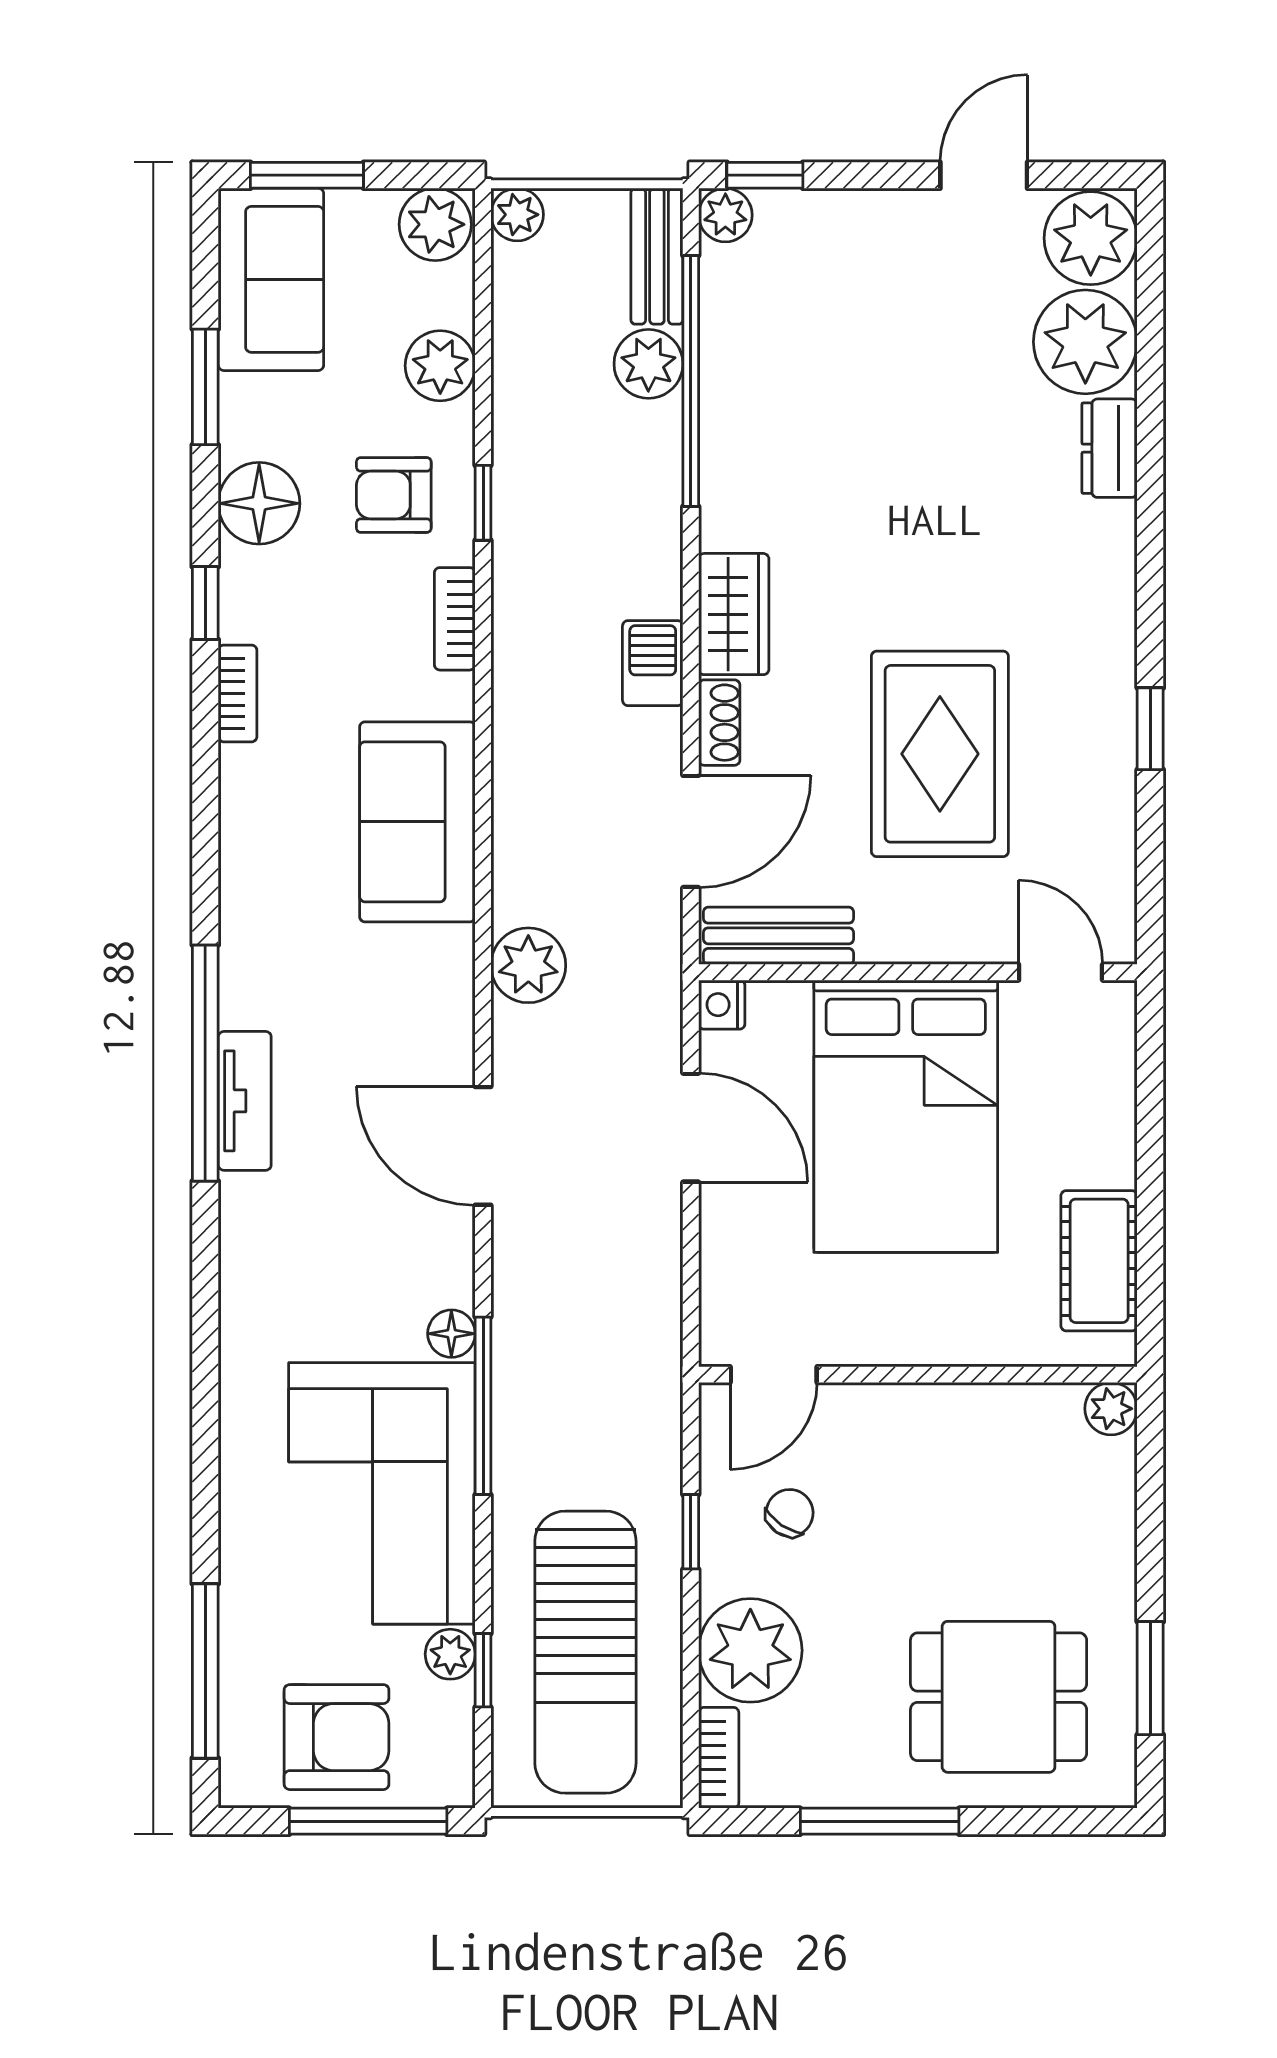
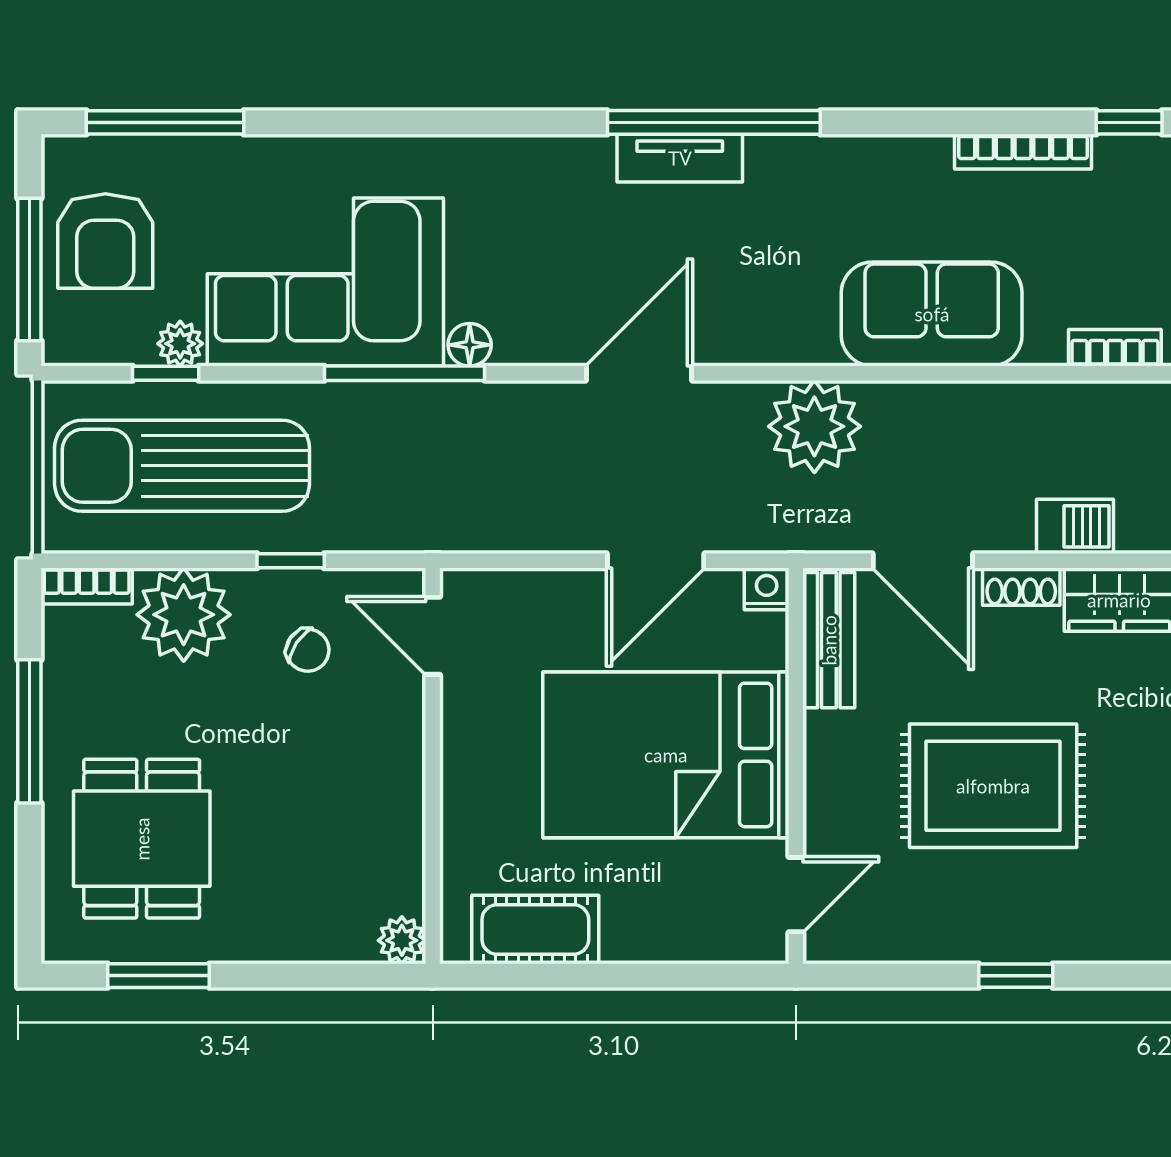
bookcase: (238, 693) -> (1023, 152), width x1.56
plant: (528, 965) -> (814, 426), width x1.36, depth x1.36

